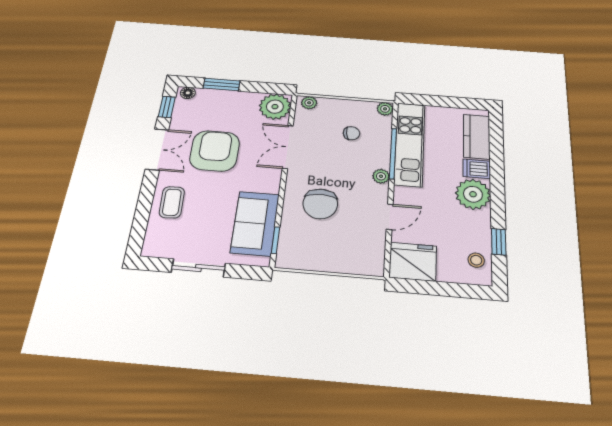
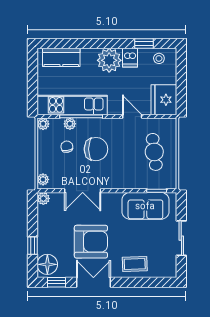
window: (222, 84) -> (32, 246), width x0.67
floor lamp: (188, 93) -> (47, 264), width x1.89, depth x1.89
plant: (275, 107) -> (43, 198), width x0.53, depth x0.53
armchair: (215, 151) -> (91, 242), turned 180
dishwasher: (477, 169) -> (130, 58), moved
plant: (381, 176) -> (70, 124), moved
chair: (320, 204) -> (96, 149), moved
cafe table: (334, 242) -> (154, 152), added

